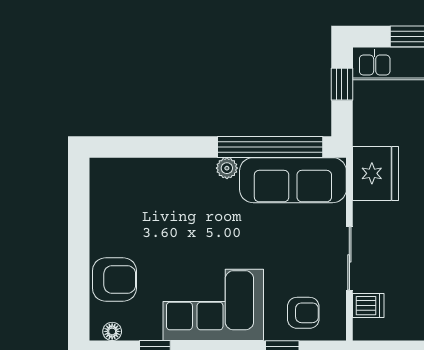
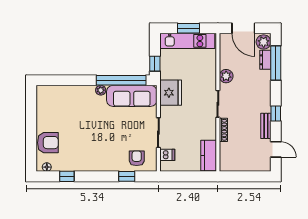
window: (342, 84) -> (155, 64), moved
corner sofa: (213, 305) -> (94, 155), removed
armchair: (303, 313) -> (137, 158), turned -90

